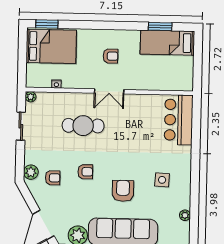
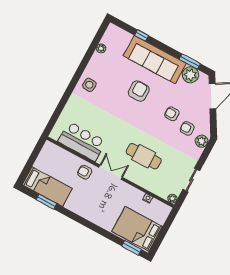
armchair: (110, 56) -> (85, 172), moved
bar counter: (179, 120) -> (82, 141), moved, turned -90
armchair: (85, 172) -> (172, 114), moved
side table: (162, 180) -> (89, 85), moved
armchair: (123, 191) -> (139, 91), turned 180

